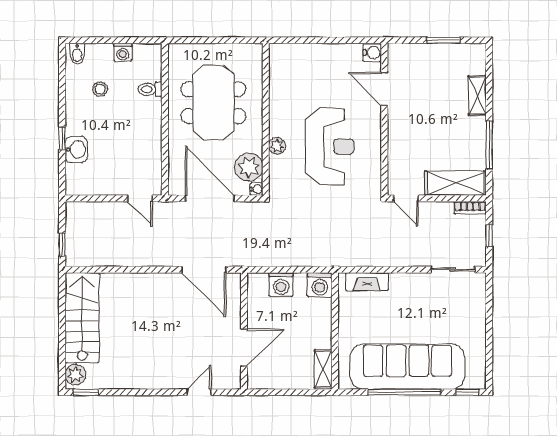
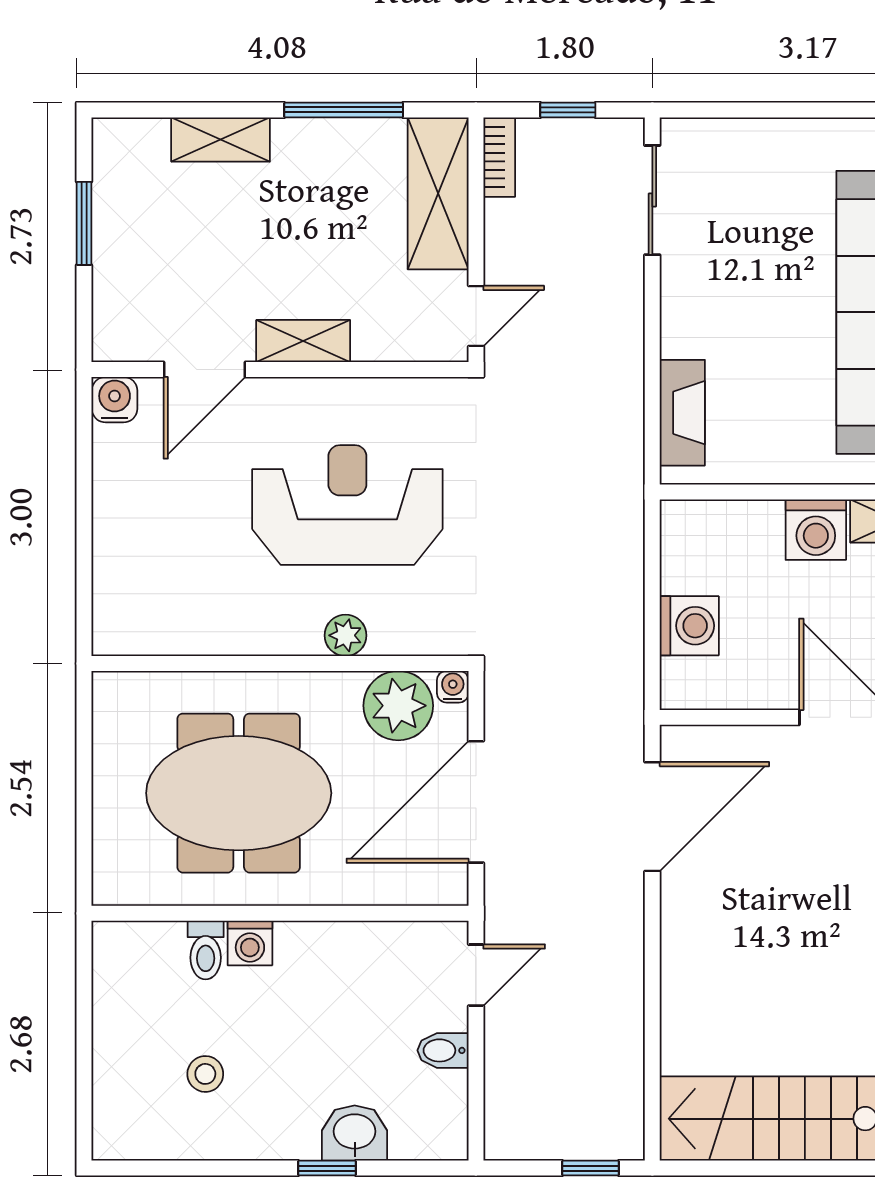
washing machine: (123, 52) -> (250, 943), moved, turned 90
bidet: (77, 54) -> (443, 1050), moved, turned 180
shelving: (396, 129) -> (303, 341), added
washing machine: (320, 285) -> (816, 530), moved, turned 90

